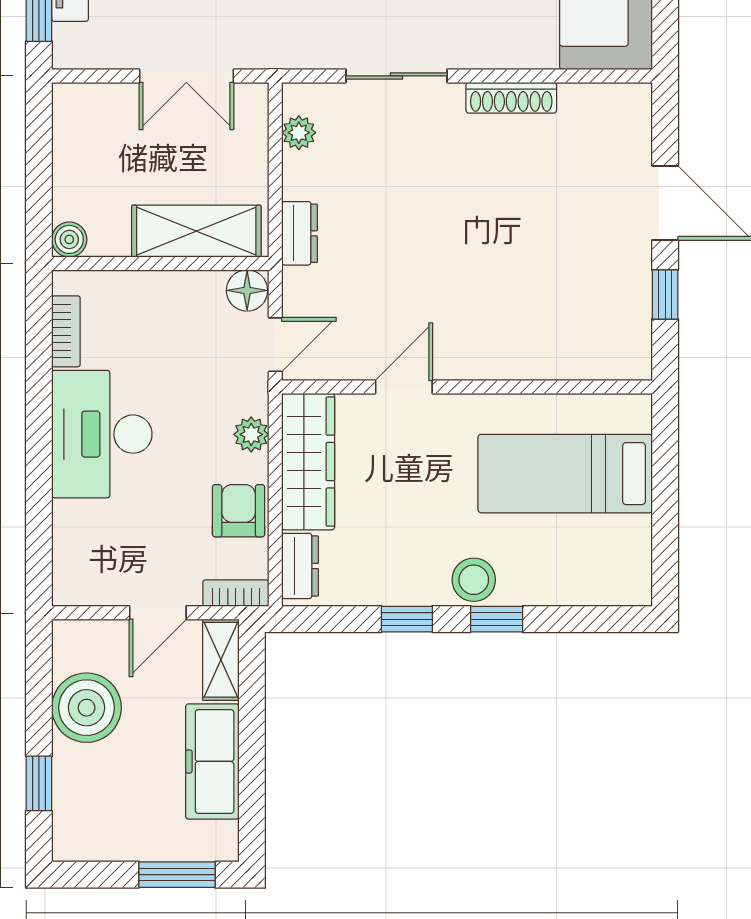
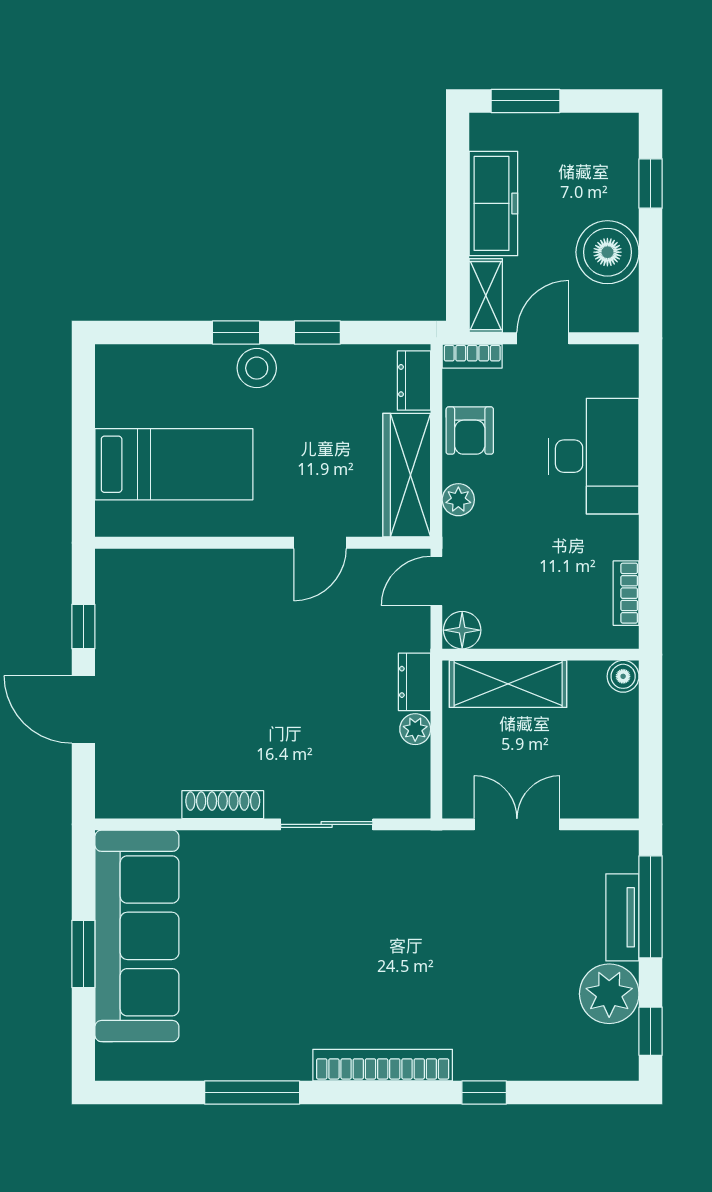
plant: (299, 133) -> (415, 729), moved
desk: (102, 434) -> (594, 456), moved

